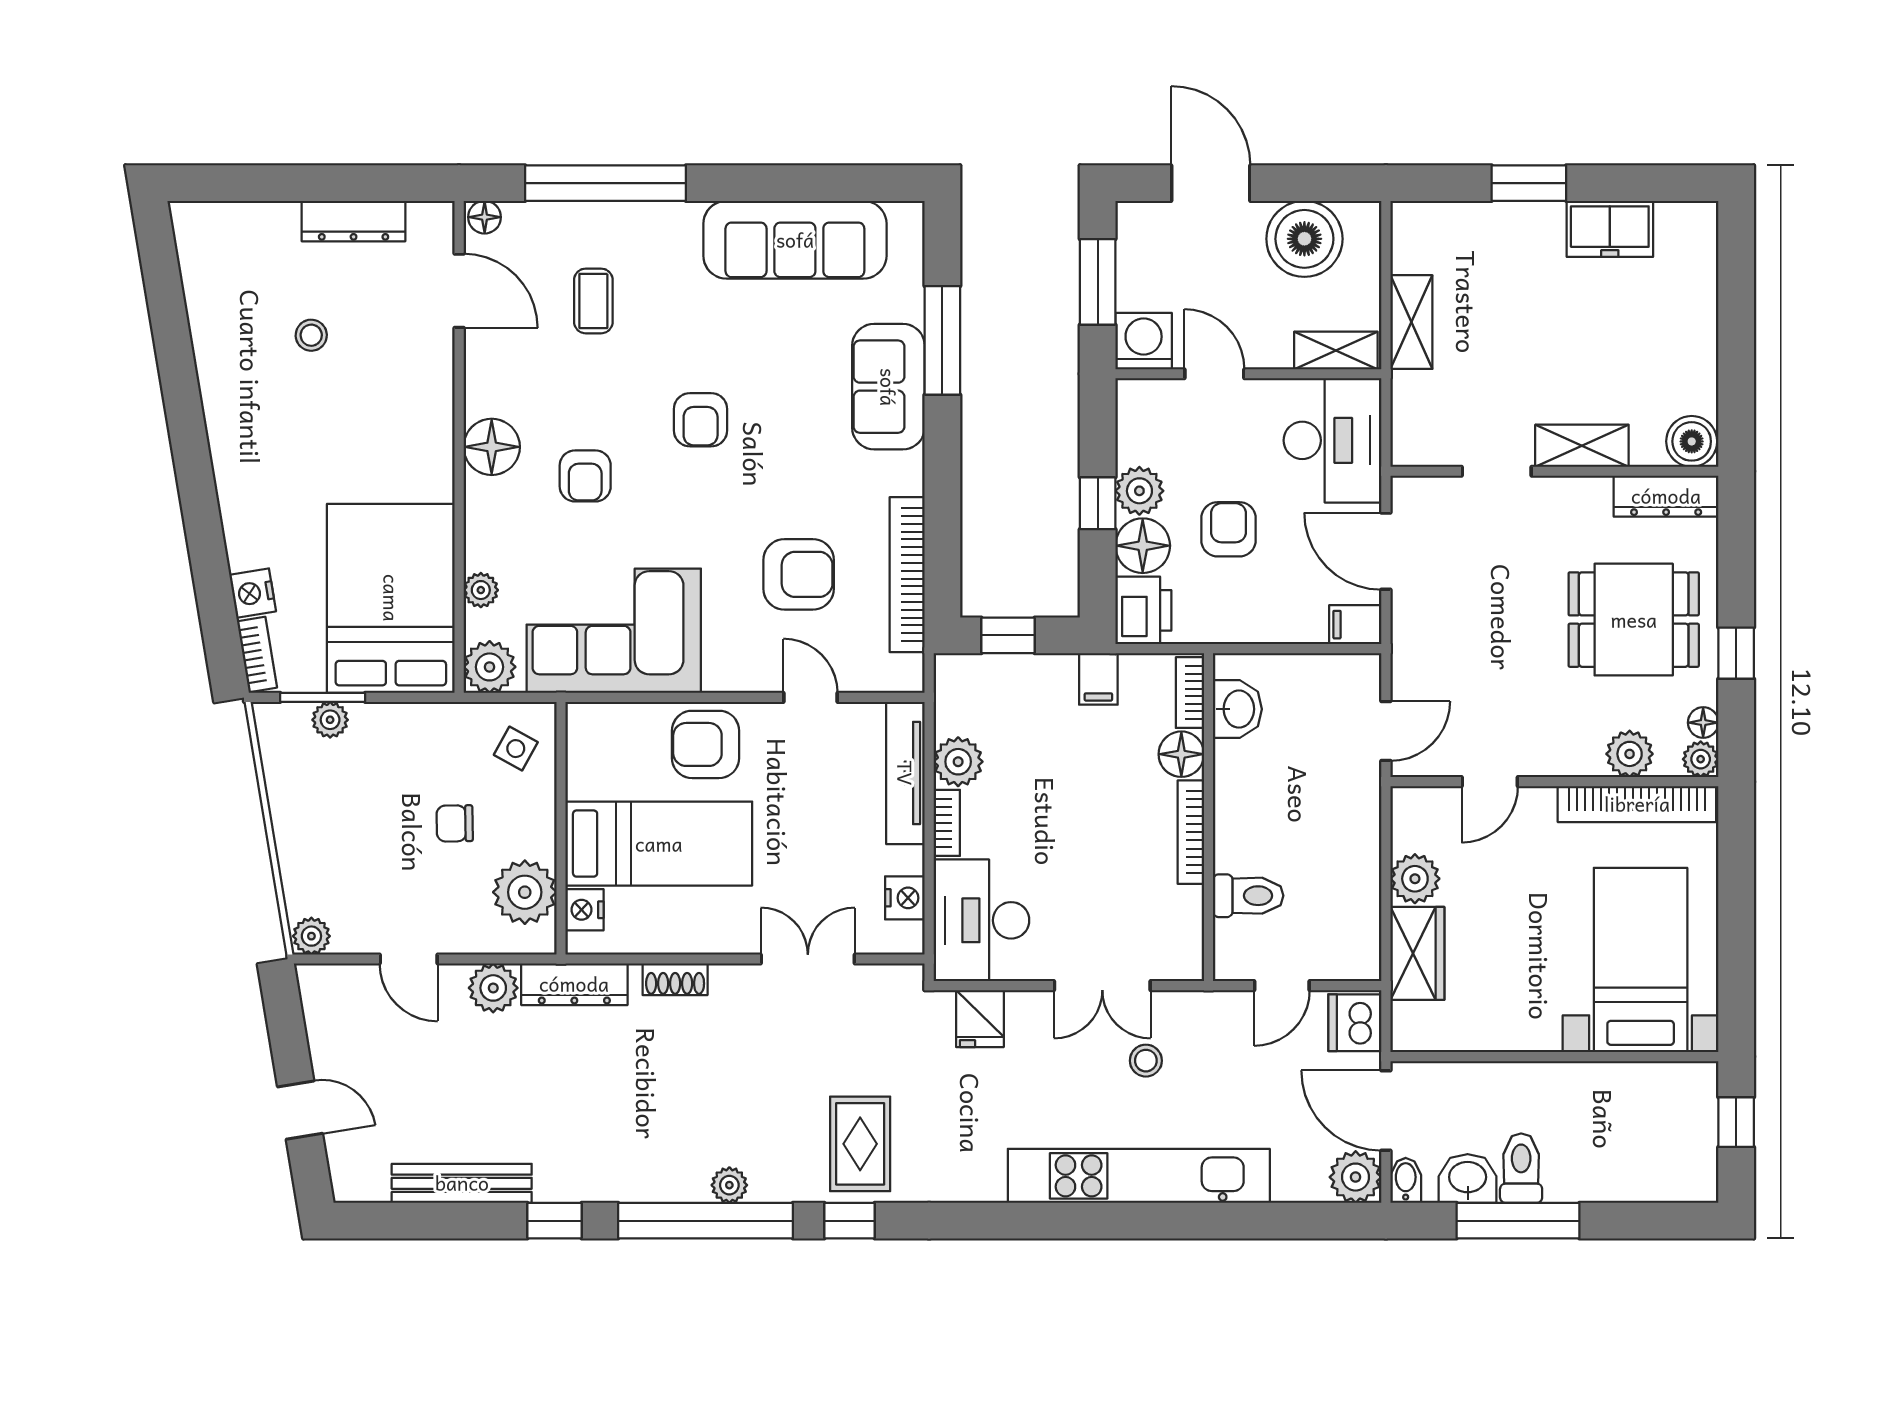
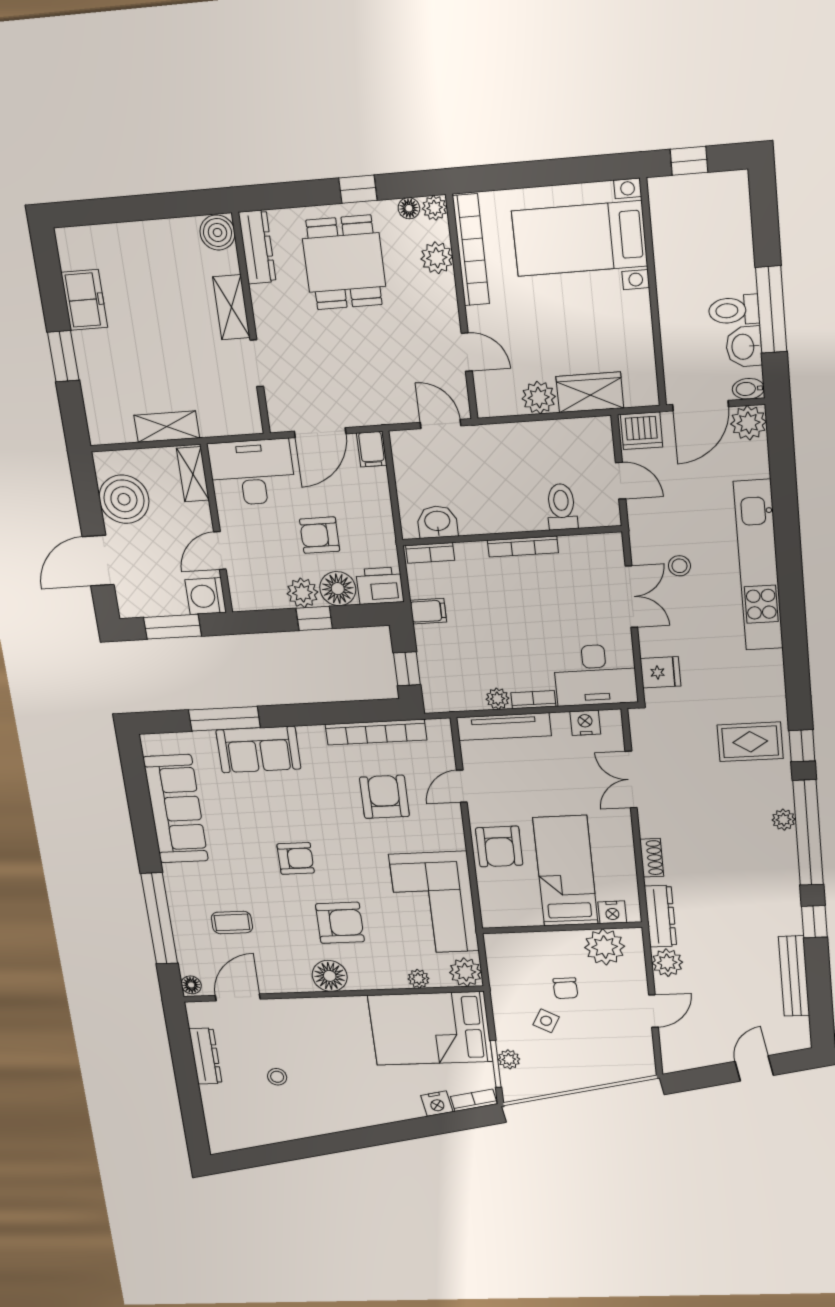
armchair: (585, 476) -> (340, 923), width x1.38, depth x1.38
side table: (516, 749) -> (546, 1021), moved
floor lamp: (1181, 754) -> (472, 556), removed
plant: (958, 762) -> (498, 699), width x0.73, depth x0.73
plant: (311, 936) -> (644, 1065), removed

